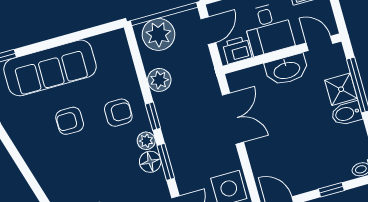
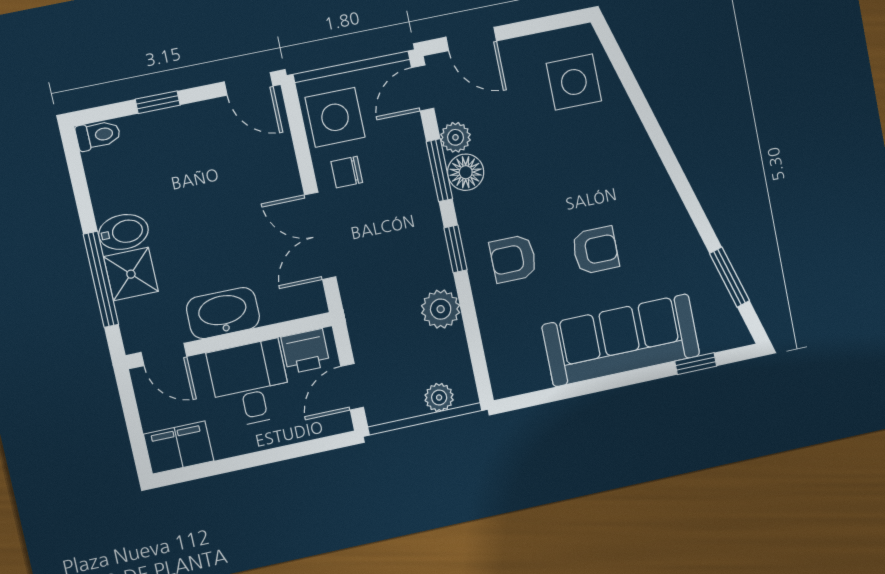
plant: (158, 34) -> (439, 397), width x0.53, depth x0.53
plant: (146, 141) -> (455, 137), moved
chair: (220, 157) -> (347, 172), added

